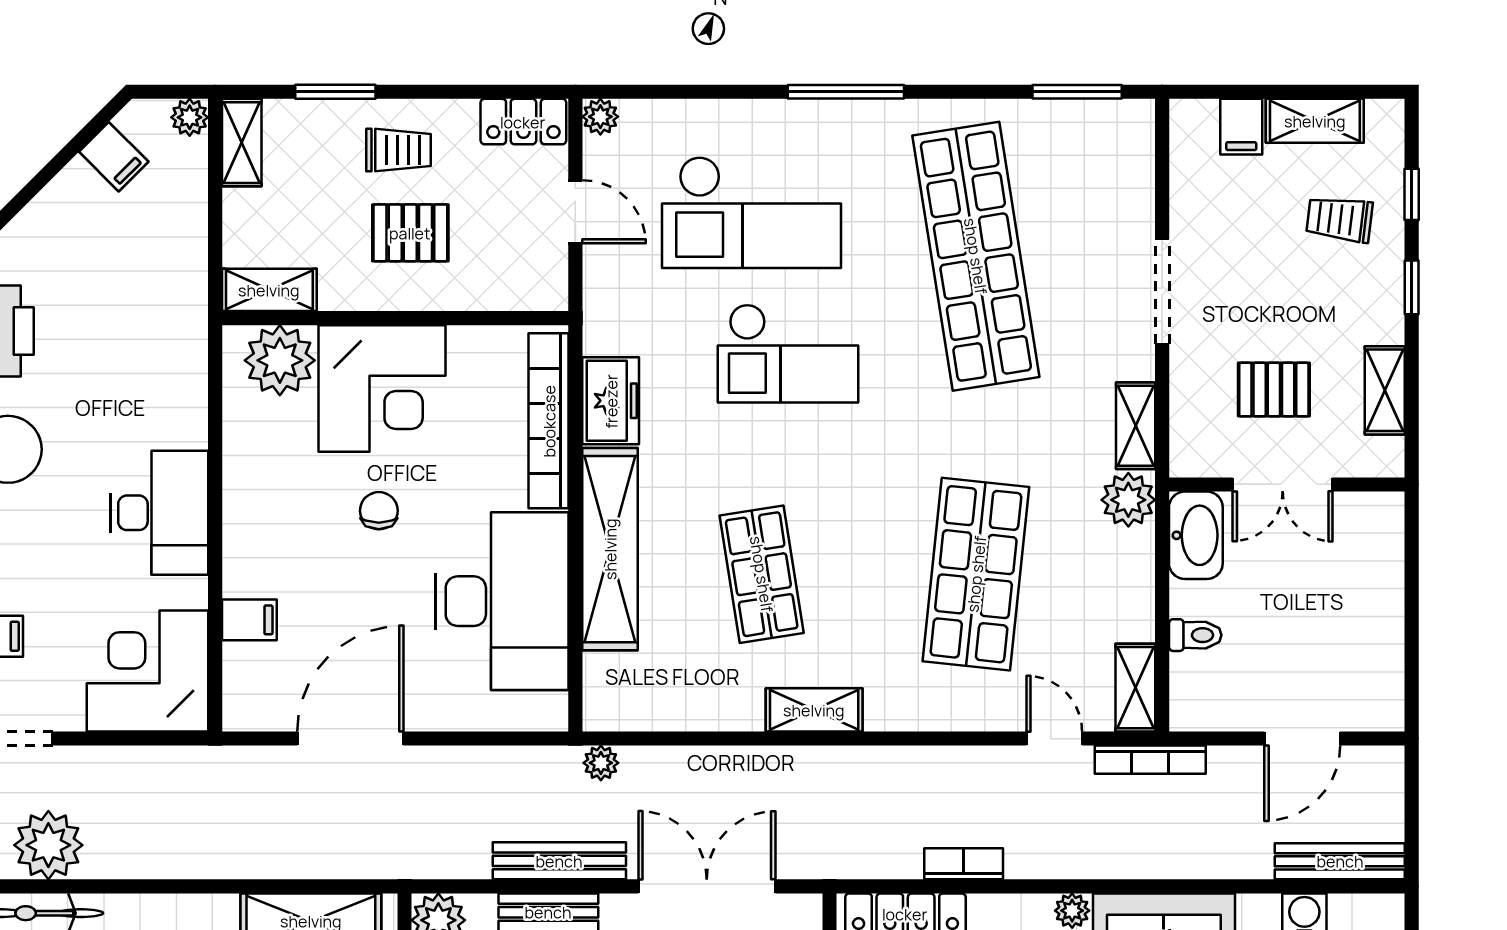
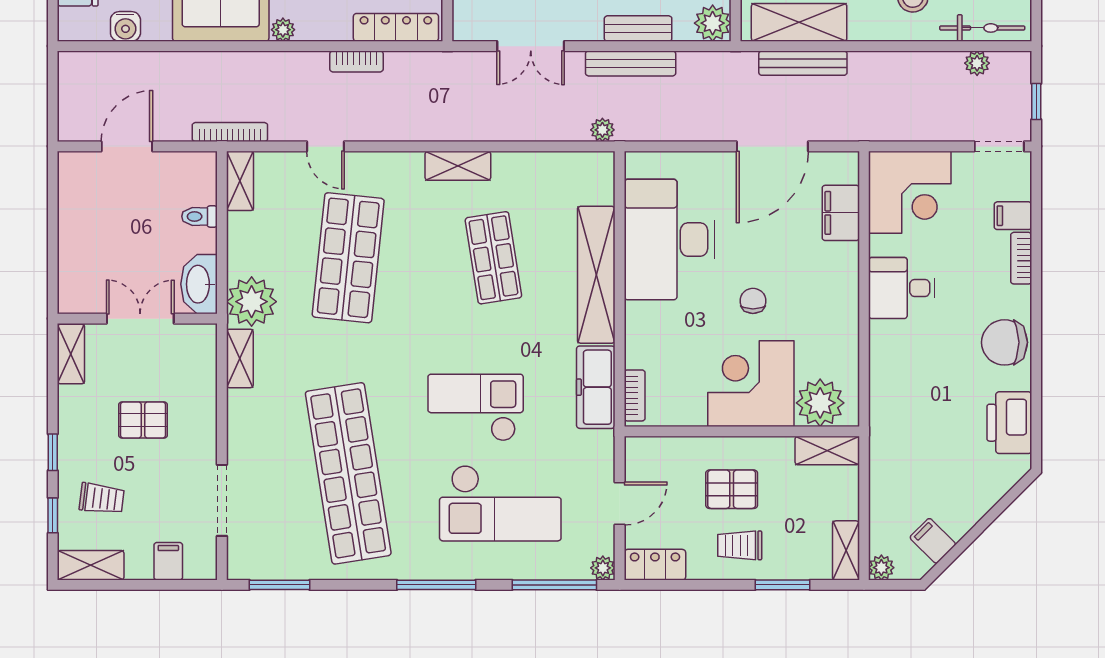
window: (672, 92) -> (554, 585), added
shelving: (1315, 121) -> (91, 565), moved
door: (575, 212) -> (620, 504), swing flipped
checkout: (751, 212) -> (500, 503), turned 180
doorway: (1162, 292) -> (222, 500), moved
pallet: (1274, 390) -> (143, 420), moved
shelving: (1385, 390) -> (71, 354), moved
freezer: (611, 401) -> (596, 387), width x1.40
bookcase: (549, 421) -> (635, 395), width x0.43, depth x0.76
plant: (1128, 500) -> (252, 302), width x1.36, depth x1.36
chair: (379, 511) -> (753, 301), turned 180
desk: (159, 513) -> (902, 288), width x0.73
filing cabinet: (249, 620) -> (841, 213), width x2.00
door: (1054, 739) -> (325, 146), moved
plant: (48, 845) -> (977, 63), width x0.53, depth x0.53
bench: (1340, 861) -> (803, 63), moved
double door: (707, 886) -> (531, 46), width x0.73

